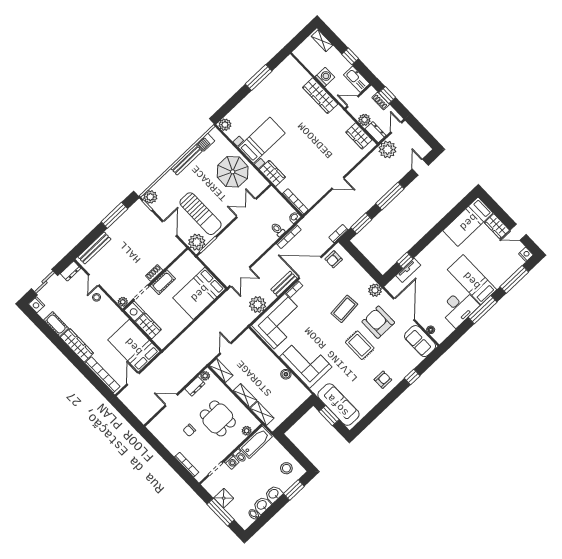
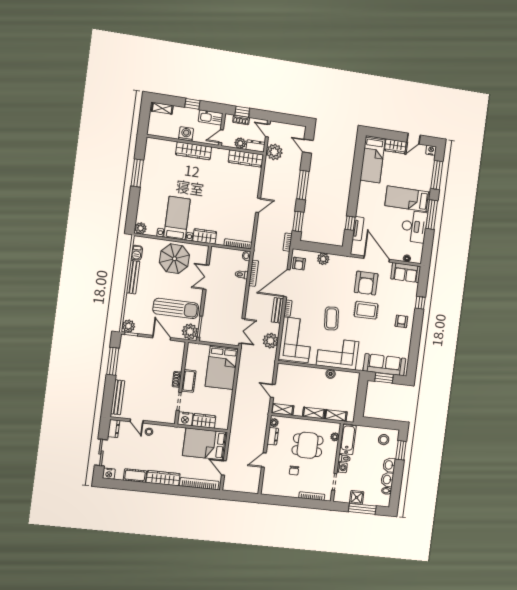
wardrobe: (359, 136) -> (246, 158), width x1.50
plant: (375, 290) -> (323, 259), moved
plant: (123, 302) -> (171, 419), removed
coffee table: (344, 309) -> (331, 318), moved
armchair: (378, 322) -> (366, 283), turned -90

